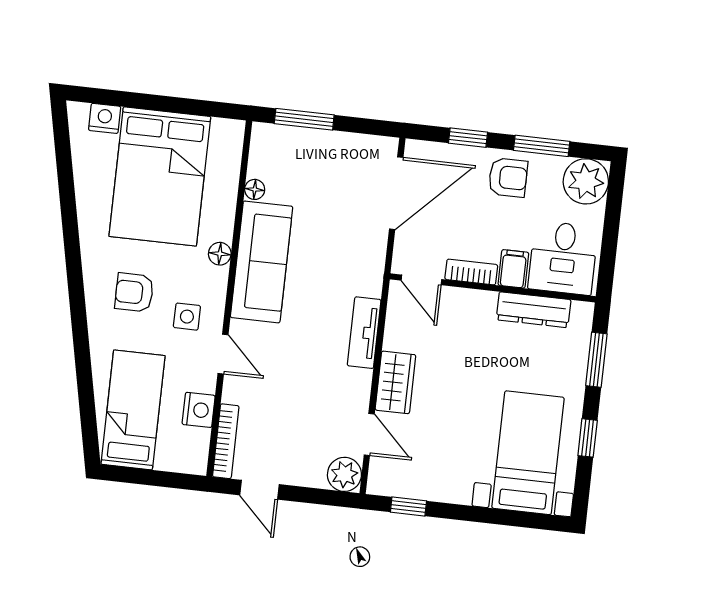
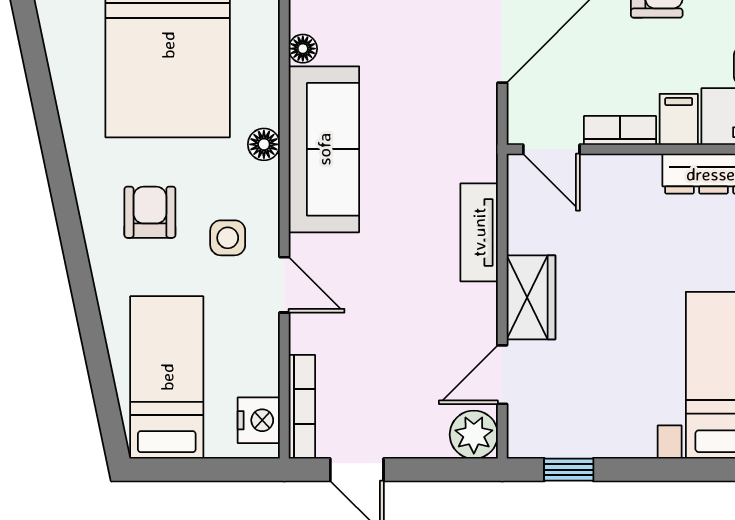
armchair: (134, 292) -> (150, 212), turned 90
nightstand: (199, 410) -> (259, 420), moved
door: (369, 435) -> (502, 375), swing flipped

